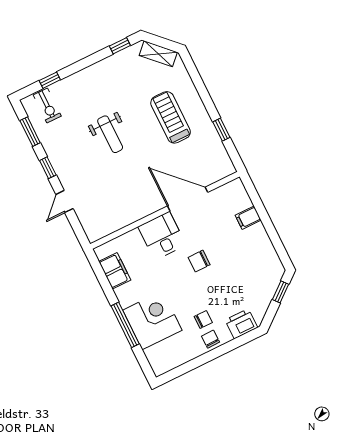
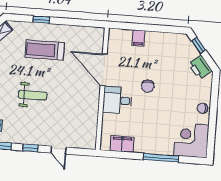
window: (221, 130) -> (41, 20), moved
door: (188, 199) -> (104, 70), hinge flipped
corner desk: (152, 320) -> (191, 140), moved
chair: (203, 320) -> (187, 105), removed
printer: (241, 324) -> (200, 67), moved, turned -39

